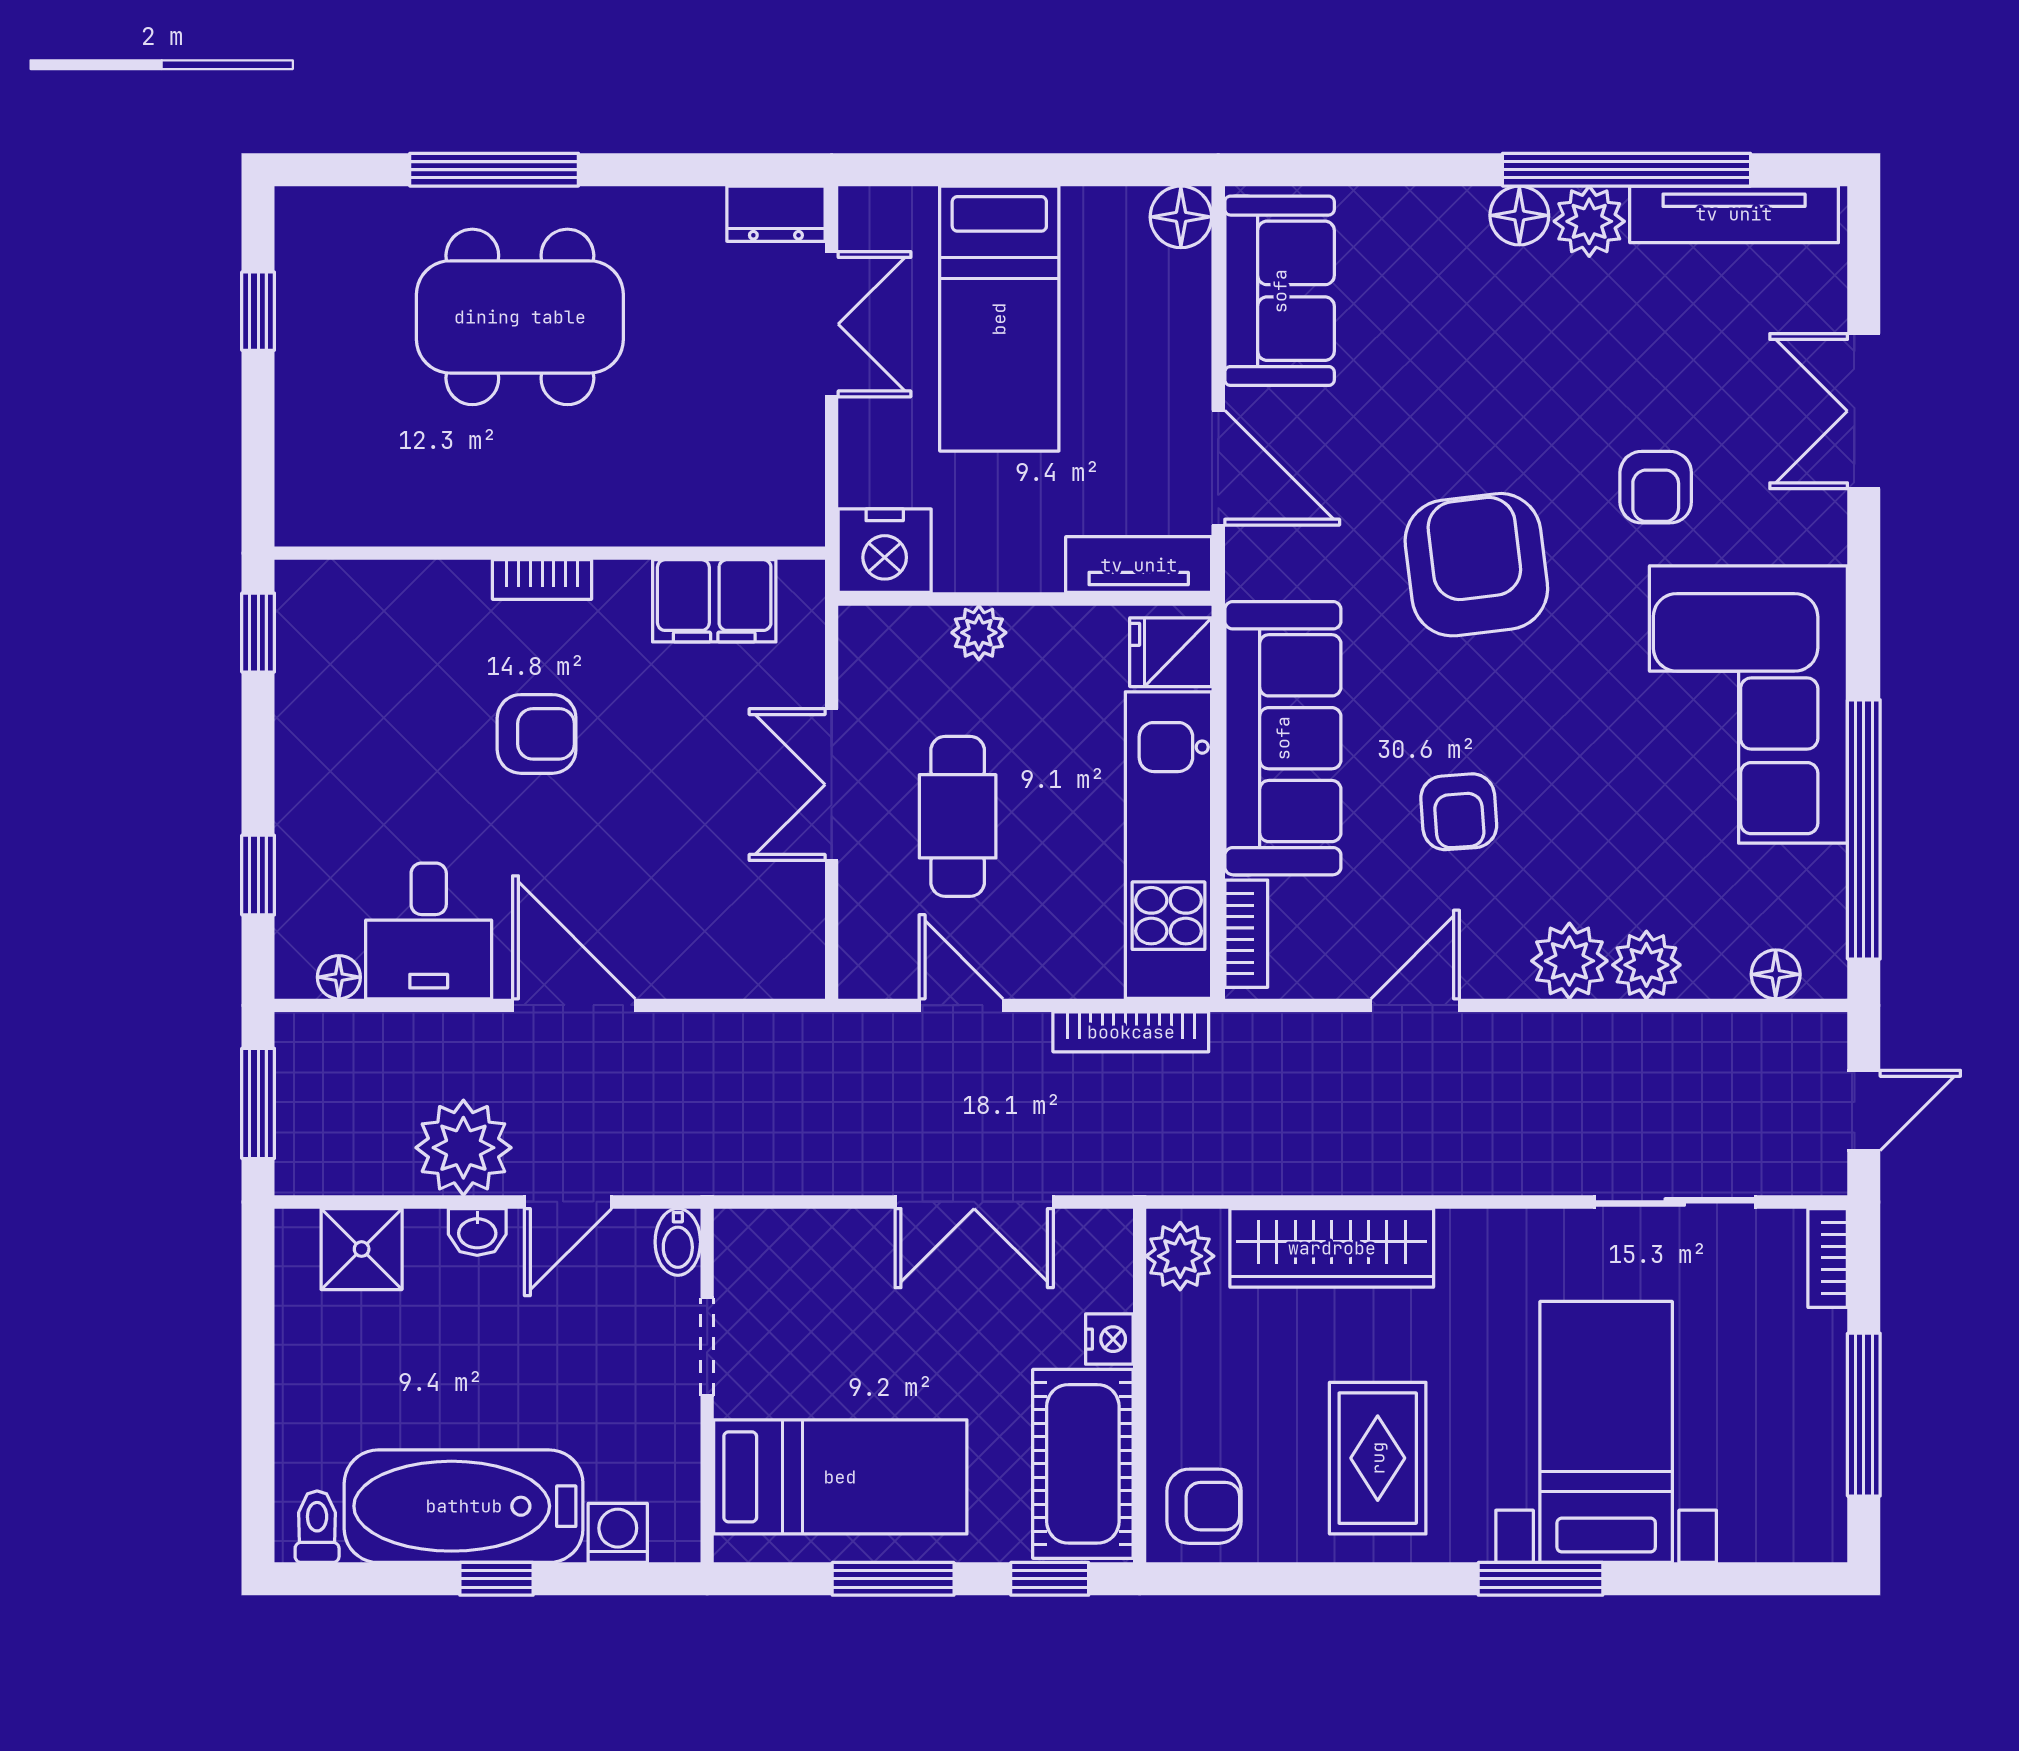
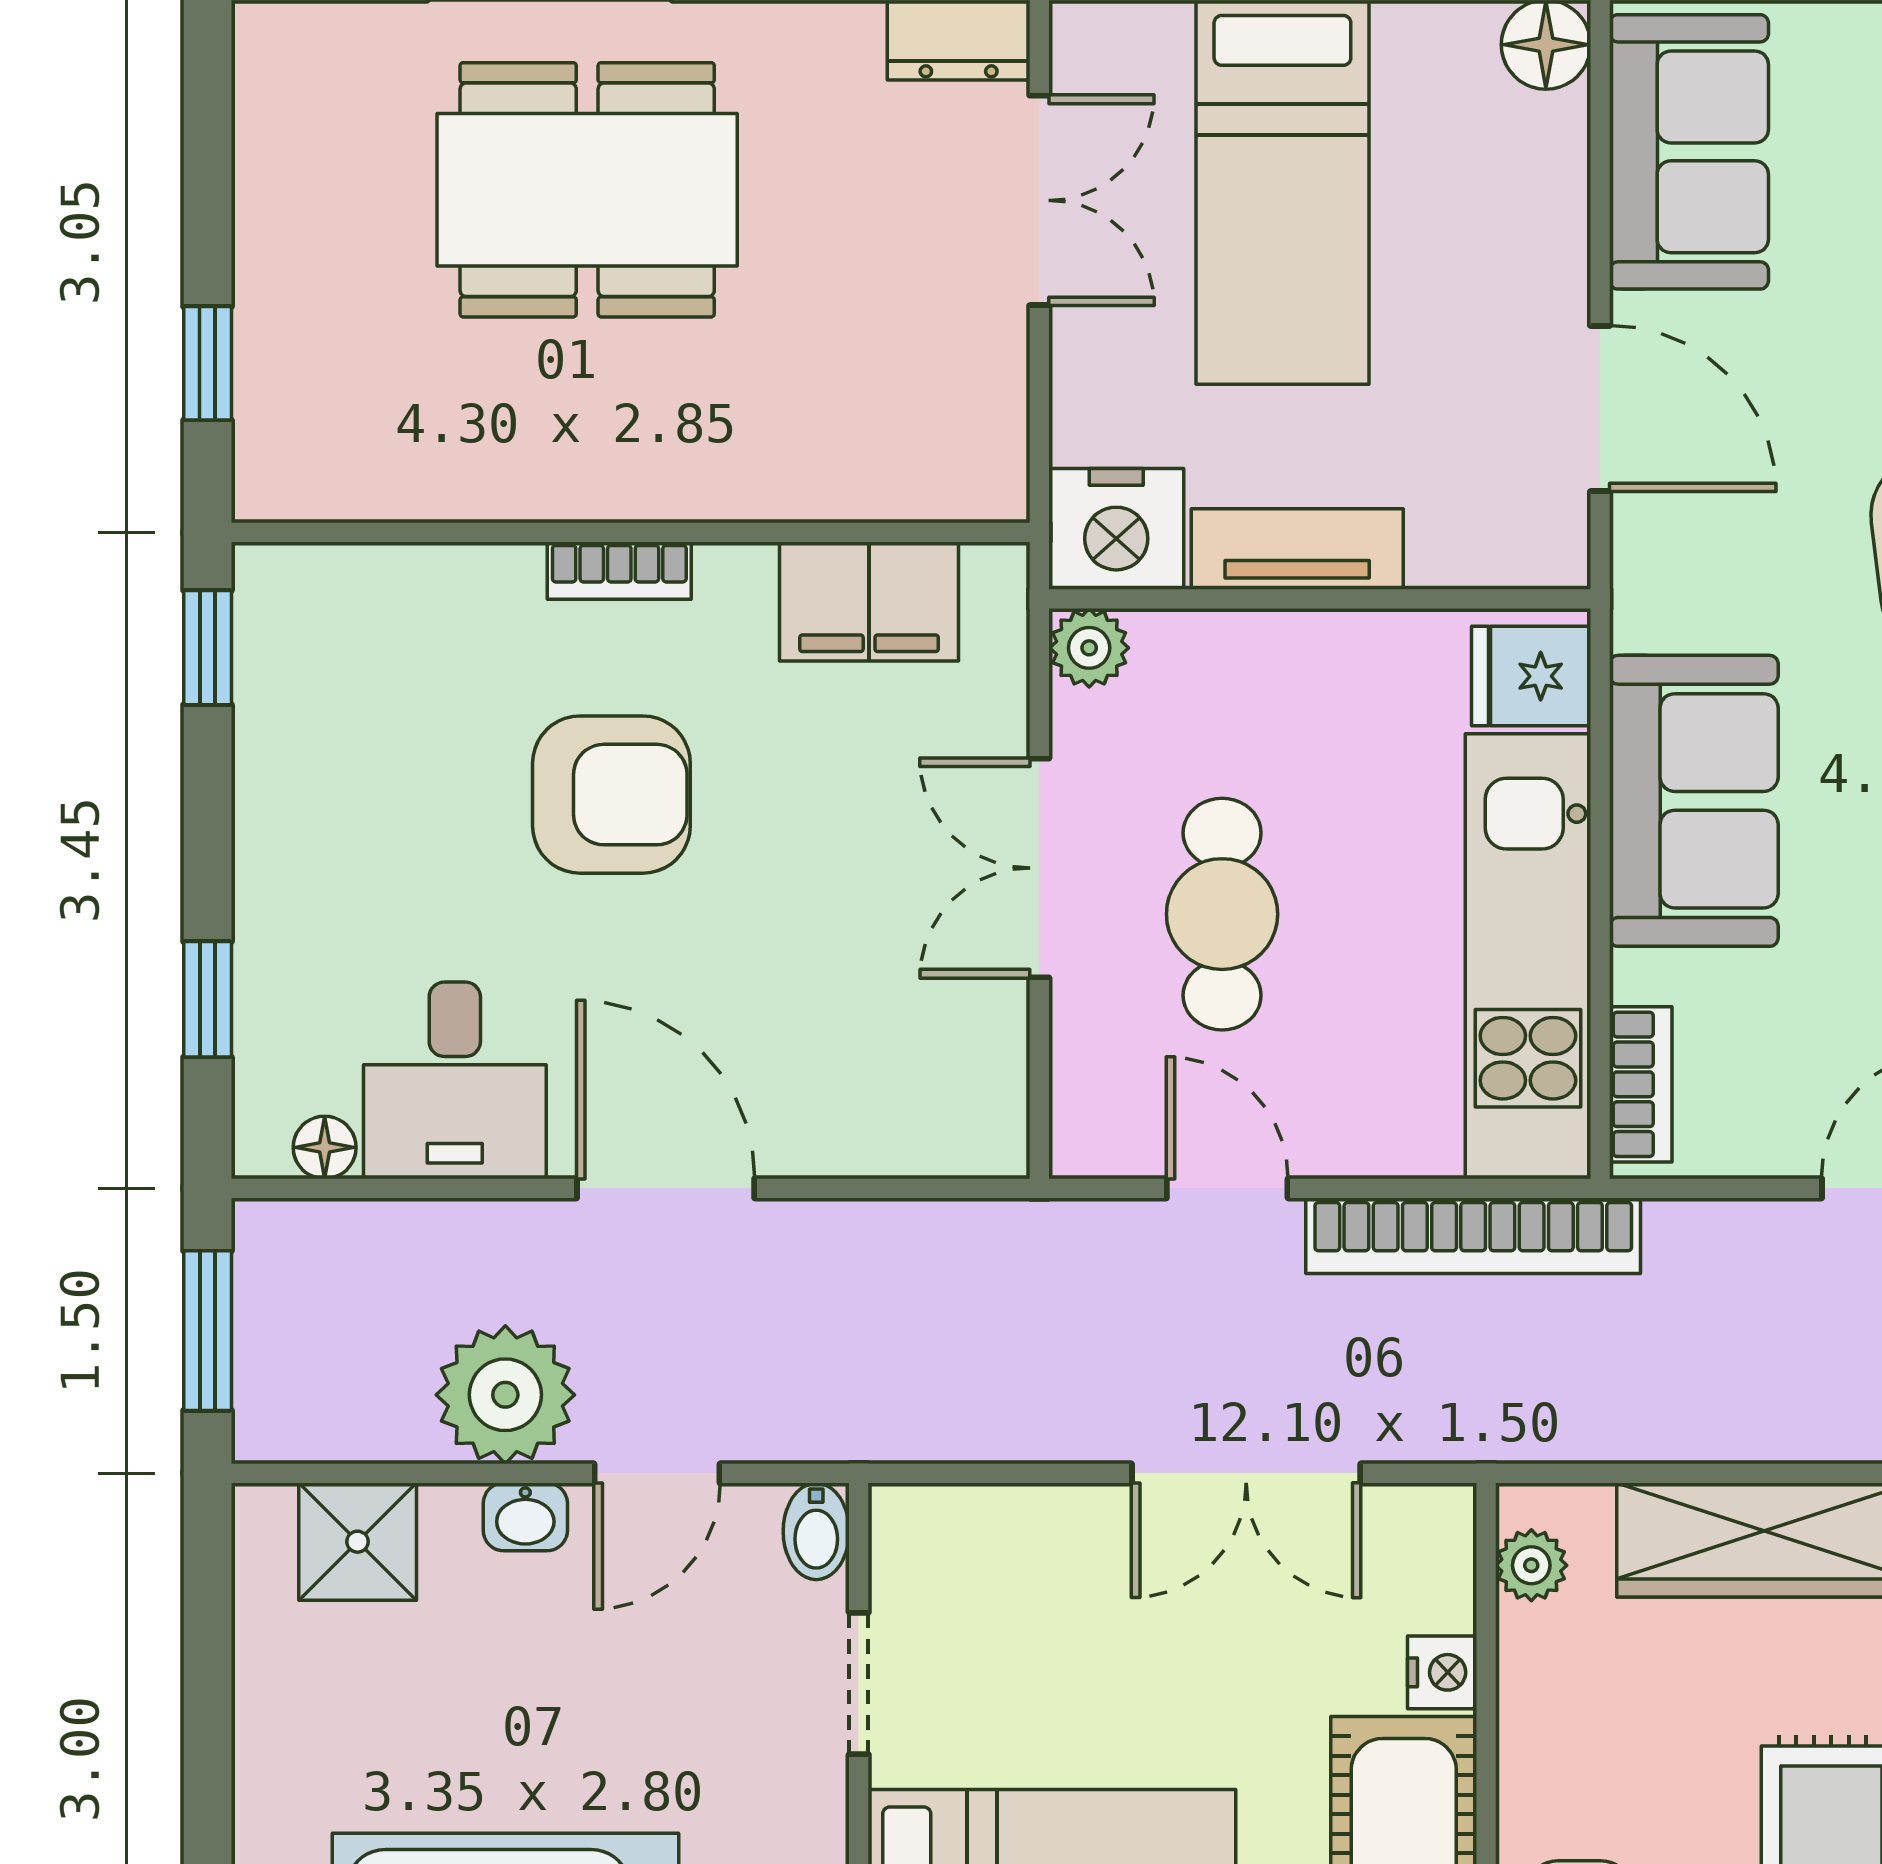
window: (258, 311) -> (208, 363), moved
tv unit: (1139, 565) -> (1297, 549), moved
plant: (979, 633) -> (1089, 648), moved
armchair: (537, 734) -> (611, 795), width x1.38, depth x1.38
sofa: (1283, 738) -> (1694, 801), width x0.73
bookcase: (1131, 1032) -> (1473, 1236), width x1.48, depth x1.31
plant: (1180, 1256) -> (1531, 1565), width x0.73, depth x0.73

